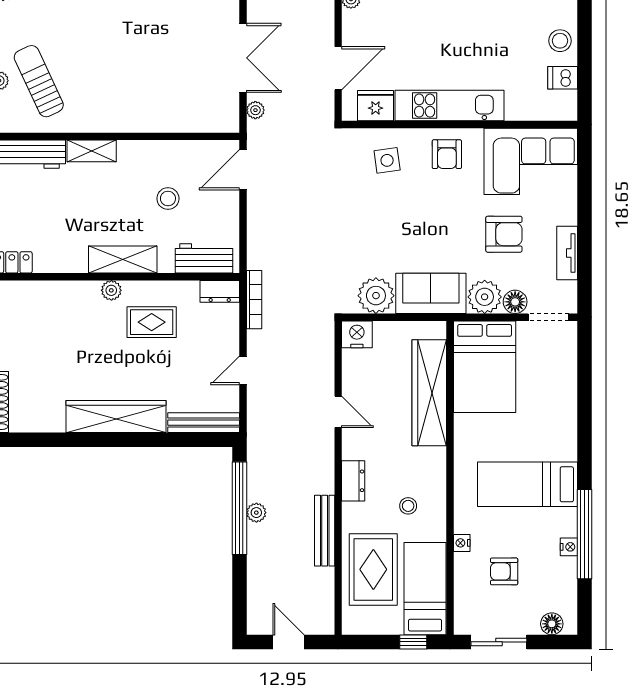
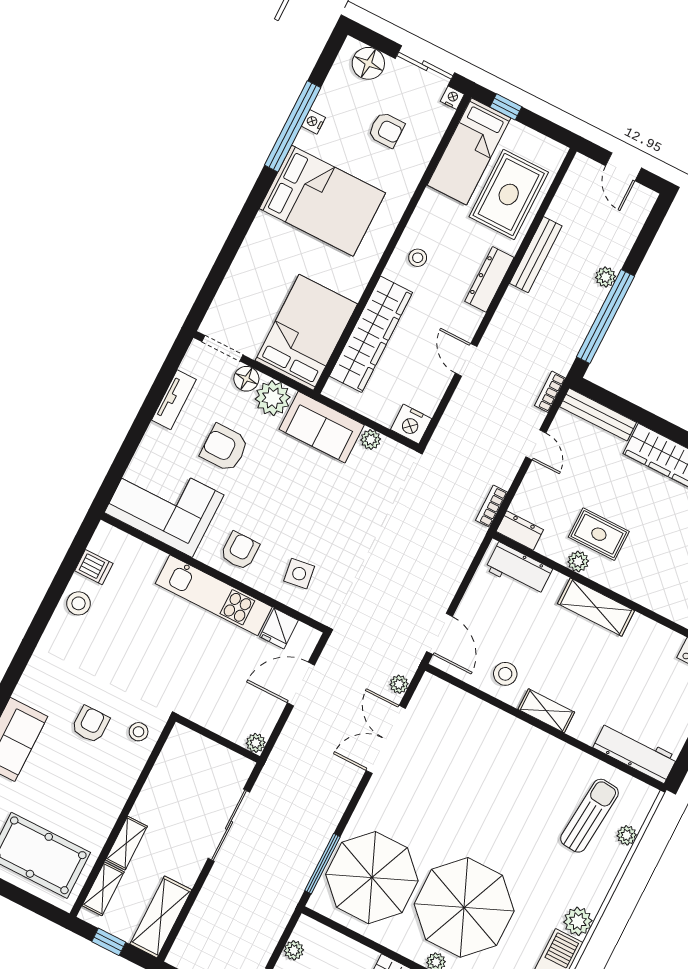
sun lounger: (39, 81) -> (589, 816), turned -150
fridge: (376, 106) -> (279, 628), width x0.72
shelving: (92, 151) -> (546, 711), moved
door: (243, 170) -> (440, 634), hinge flipped
stool: (168, 199) -> (505, 674), moved
plant: (111, 290) -> (578, 561), moved
plant: (376, 296) -> (371, 439), width x0.53, depth x0.53
bookcase: (254, 300) -> (491, 506), width x0.64
door: (243, 370) -> (536, 445), hinge flipped
bookcase: (254, 421) -> (550, 392), added
dresser: (353, 481) -> (489, 279), width x1.44
bed: (527, 484) -> (322, 201), width x1.50
stool: (408, 506) -> (418, 258), moved
plant: (256, 513) -> (606, 277), moved
nightstand: (462, 543) -> (452, 98), moved, turned -90
floor lamp: (552, 624) -> (368, 63), width x1.38, depth x1.38

